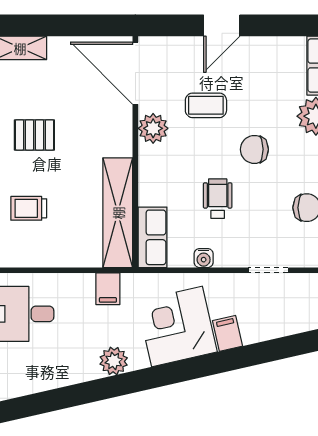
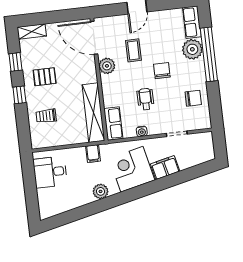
coffee table: (206, 105) -> (133, 50), turned 90
chair: (254, 149) -> (162, 71), turned 90
filing cabinet: (228, 333) -> (165, 168), width x2.00

